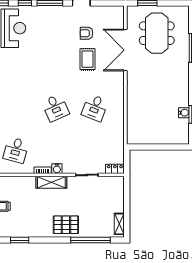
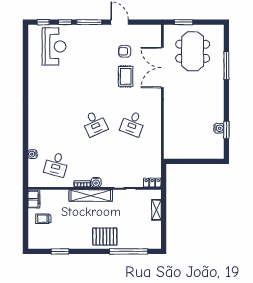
shelving: (51, 182) -> (91, 196), width x1.47
shelving: (119, 224) -> (156, 210), moved

